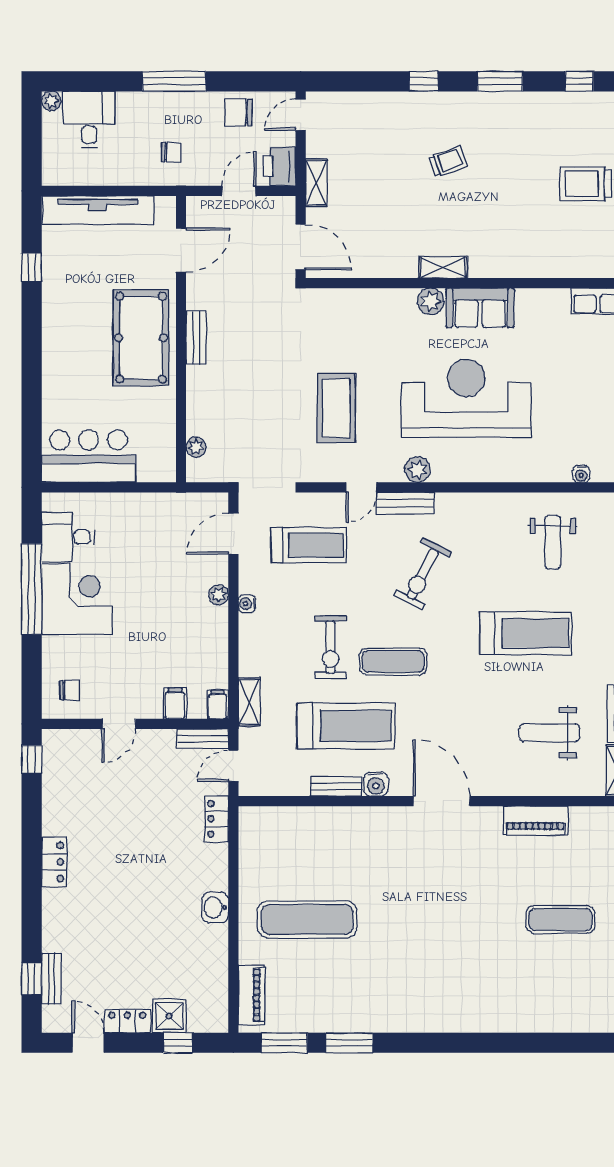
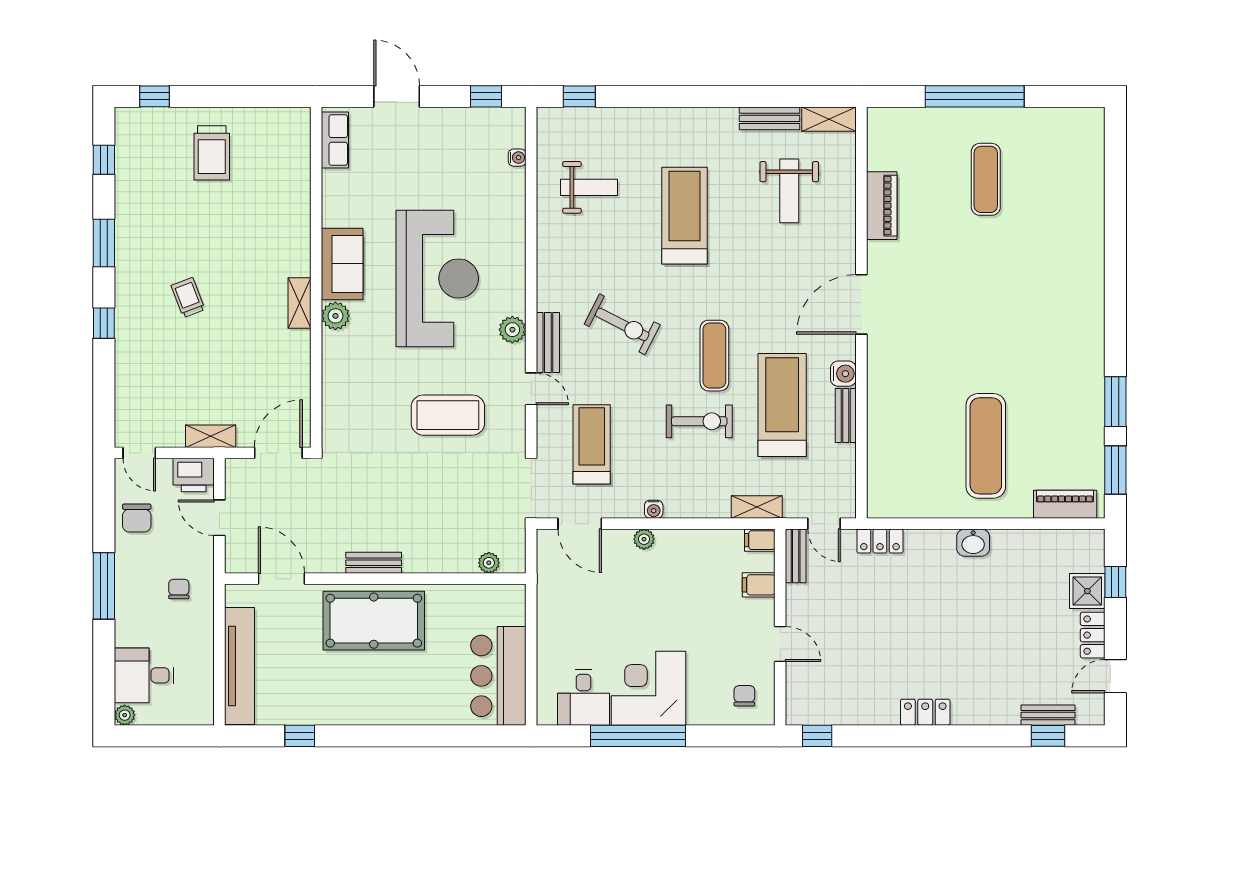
reception desk: (466, 398) -> (437, 278), turned 180

